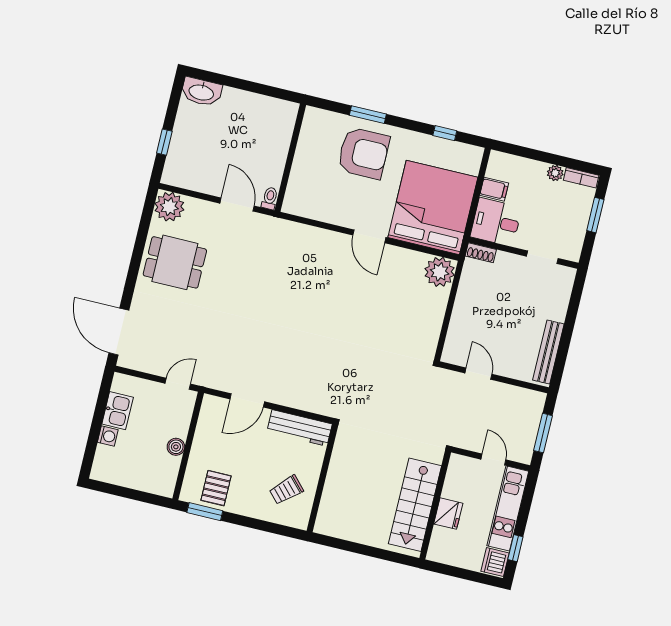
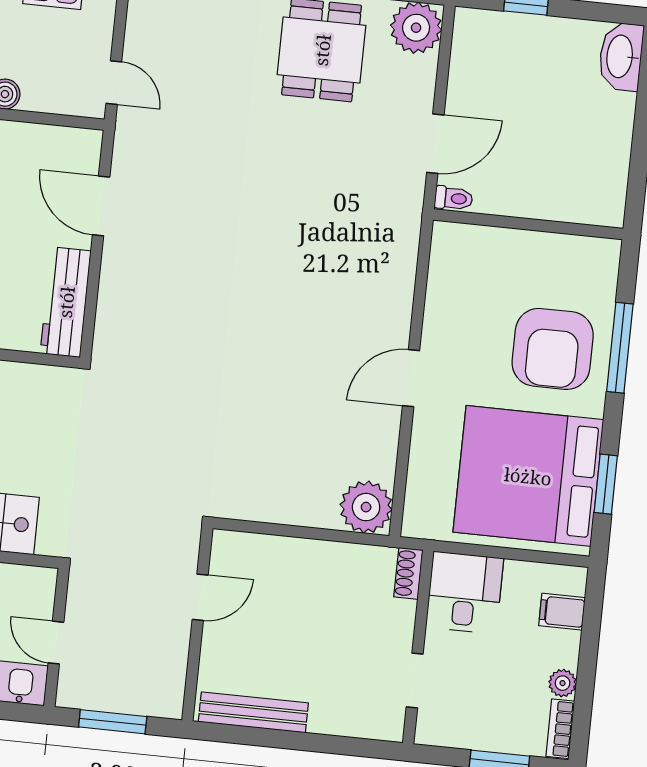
window: (368, 115) -> (620, 348), width x1.44
window: (445, 133) -> (606, 484), width x1.50
filing cabinet: (494, 189) -> (562, 612), moved, turned 90
bed: (433, 207) -> (528, 476), moved, turned 180
door: (493, 459) -> (56, 643), swing flipped

